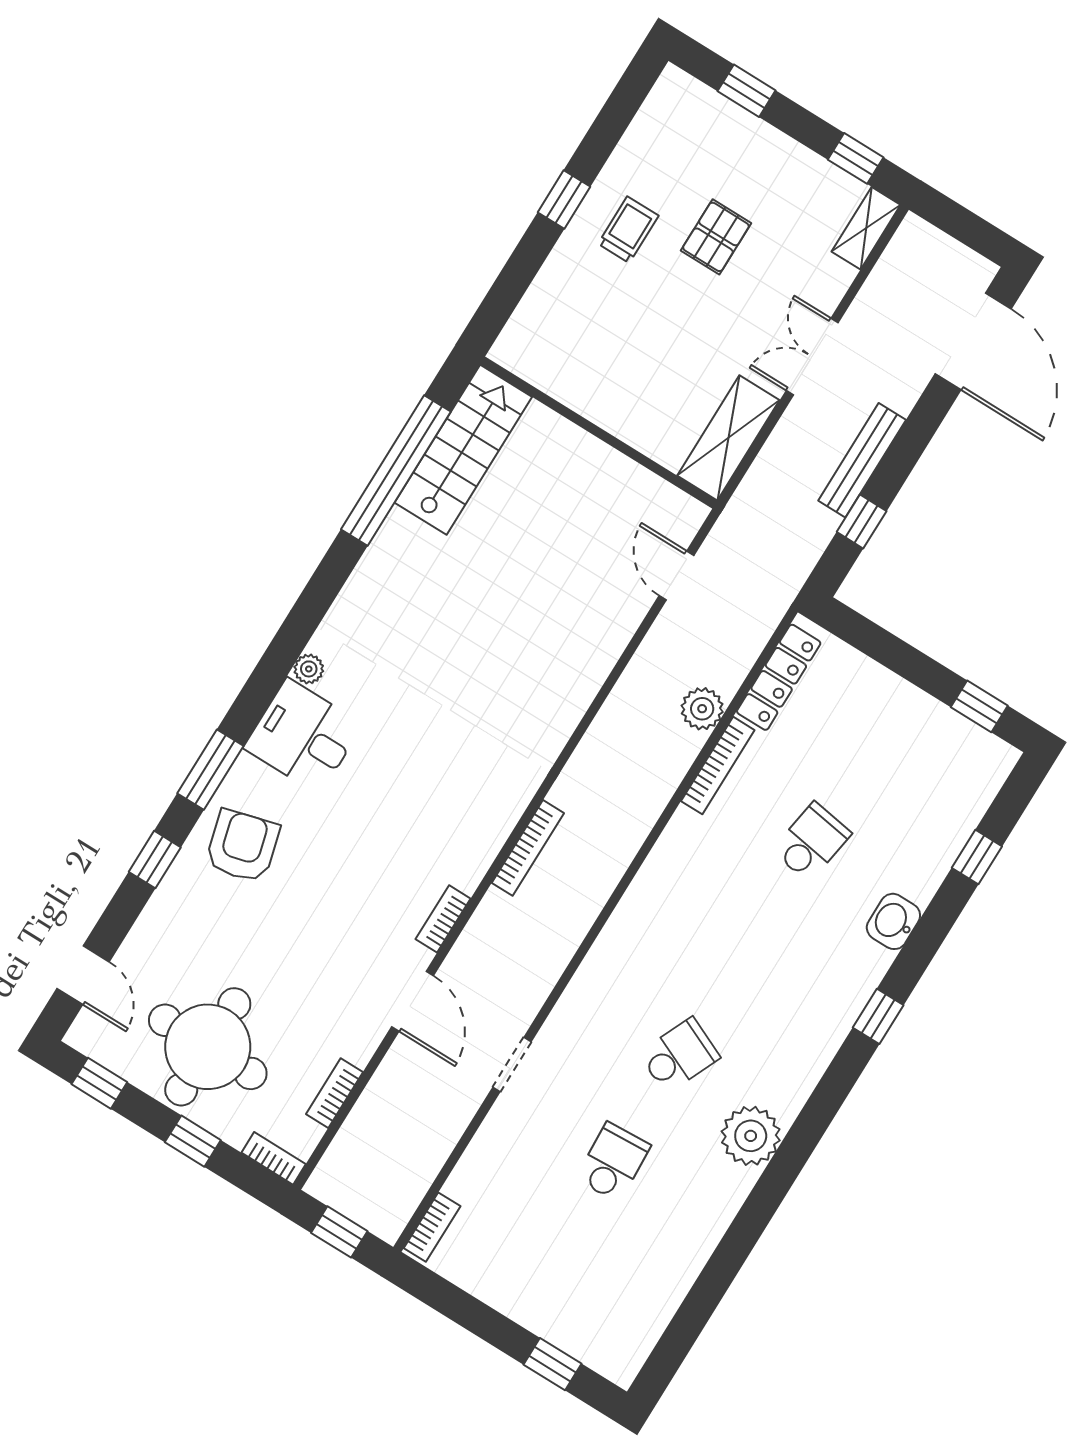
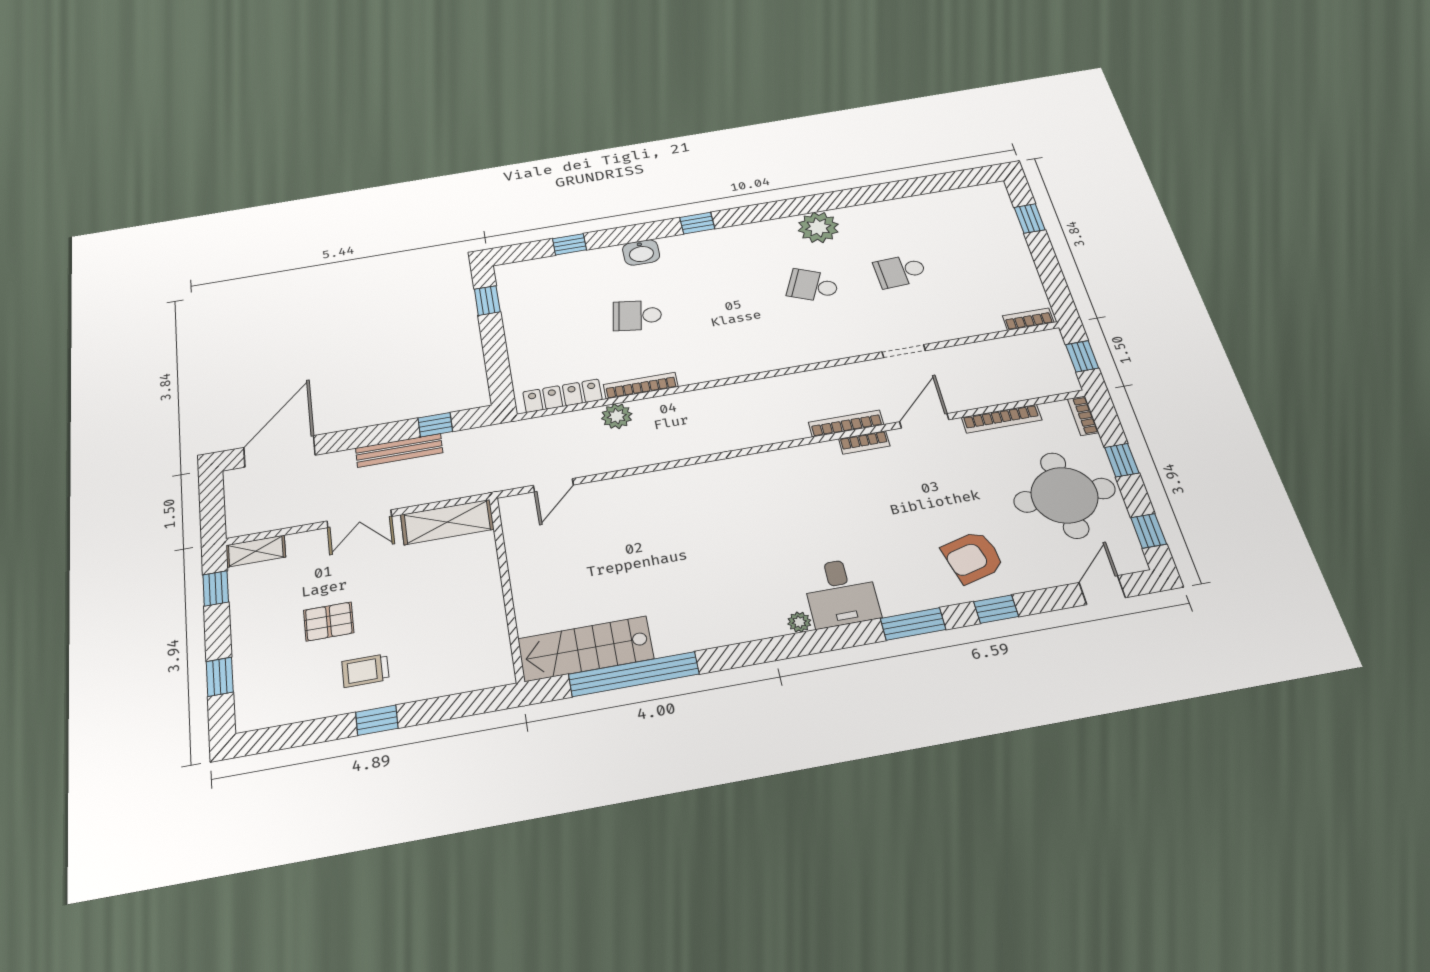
armchair: (242, 846) -> (973, 557), moved
bookcase: (528, 848) -> (846, 423), moved
bookcase: (334, 1093) -> (1002, 419), width x1.56

